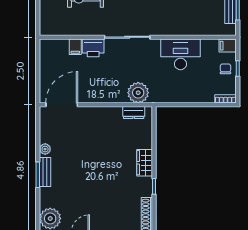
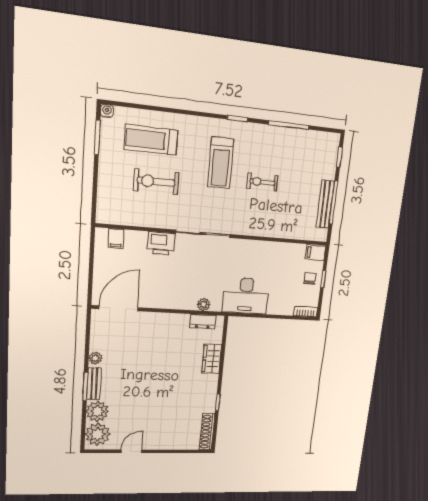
filing cabinet: (75, 47) -> (116, 239), moved
desk: (180, 54) -> (246, 296), moved, turned 180
plant: (138, 93) -> (204, 305), width x0.53, depth x0.53
wardrobe: (145, 163) -> (212, 359), moved
plant: (49, 197) -> (97, 411), added

